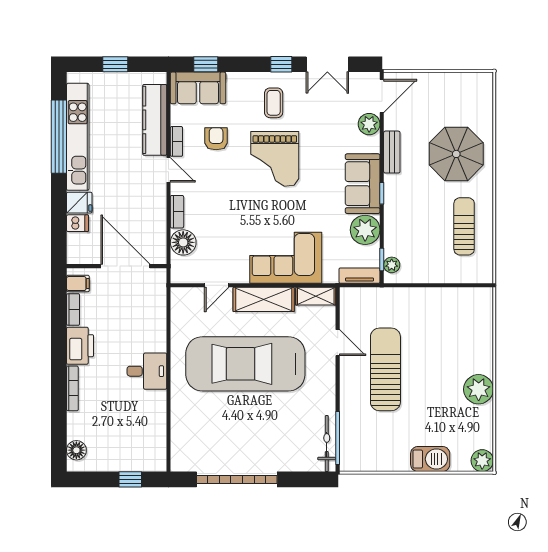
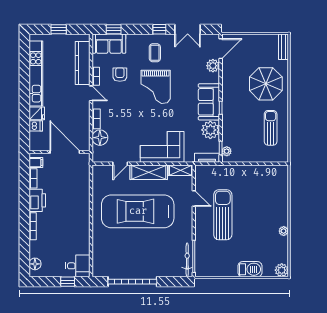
window: (59, 137) -> (24, 73), removed
bench: (392, 152) -> (283, 47), moved
desk: (147, 371) -> (78, 266), moved
plant: (479, 389) -> (284, 231), width x0.53, depth x0.53

